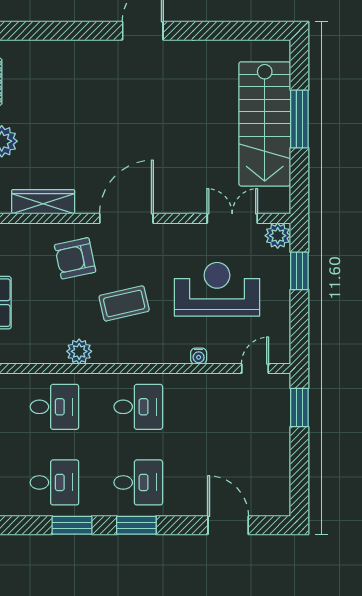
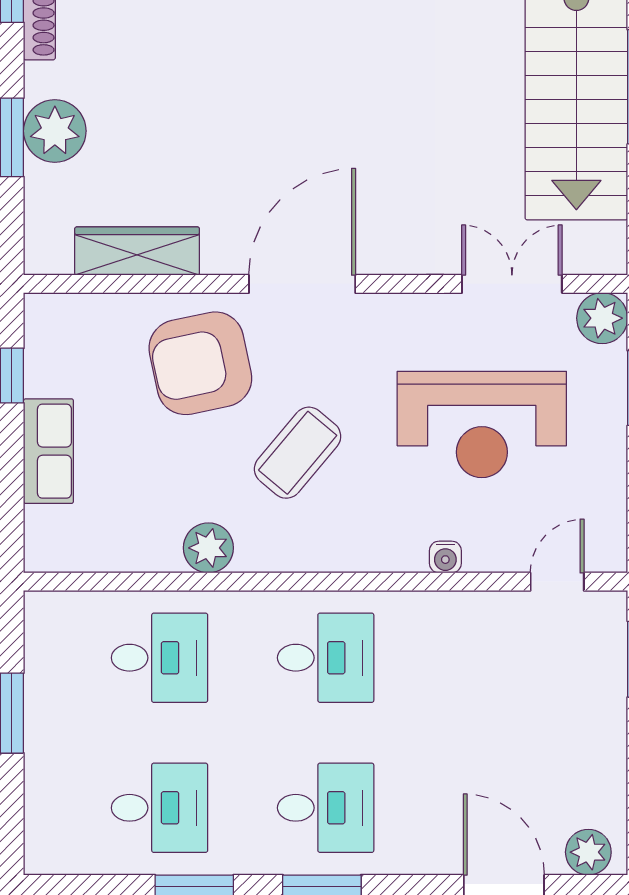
armchair: (75, 258) -> (200, 363), width x1.36, depth x1.36
reception desk: (217, 289) -> (482, 425), turned 180
coffee table: (124, 303) -> (298, 453), turned -37
plant: (271, 505) -> (588, 852), added

